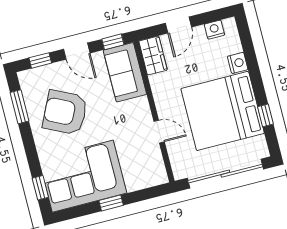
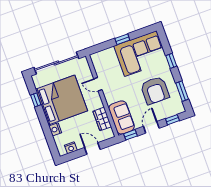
door: (178, 25) -> (92, 149), hinge flipped
door: (77, 51) -> (151, 127), hinge flipped
wardrobe: (153, 56) -> (102, 119), moved
armchair: (65, 112) -> (155, 90), turned 64
window: (40, 188) -> (171, 61), moved

